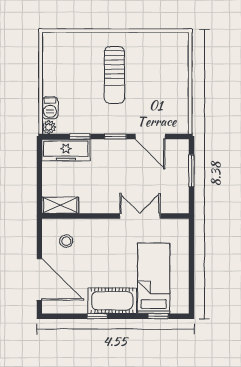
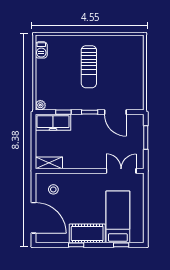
barbecue: (50, 108) -> (41, 50), moved
double door: (140, 216) -> (121, 171), moved

